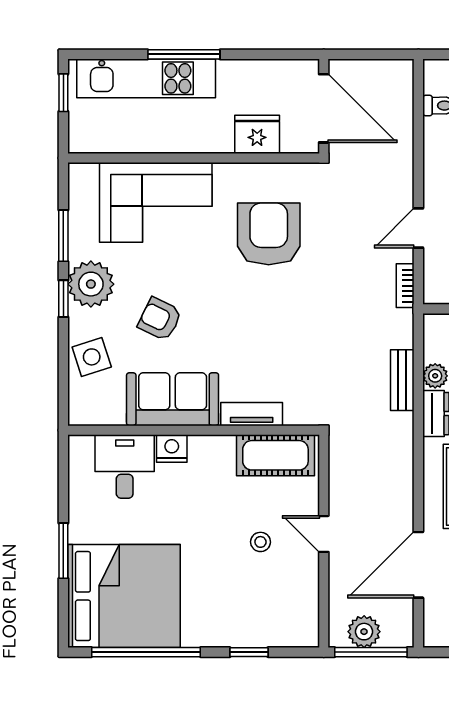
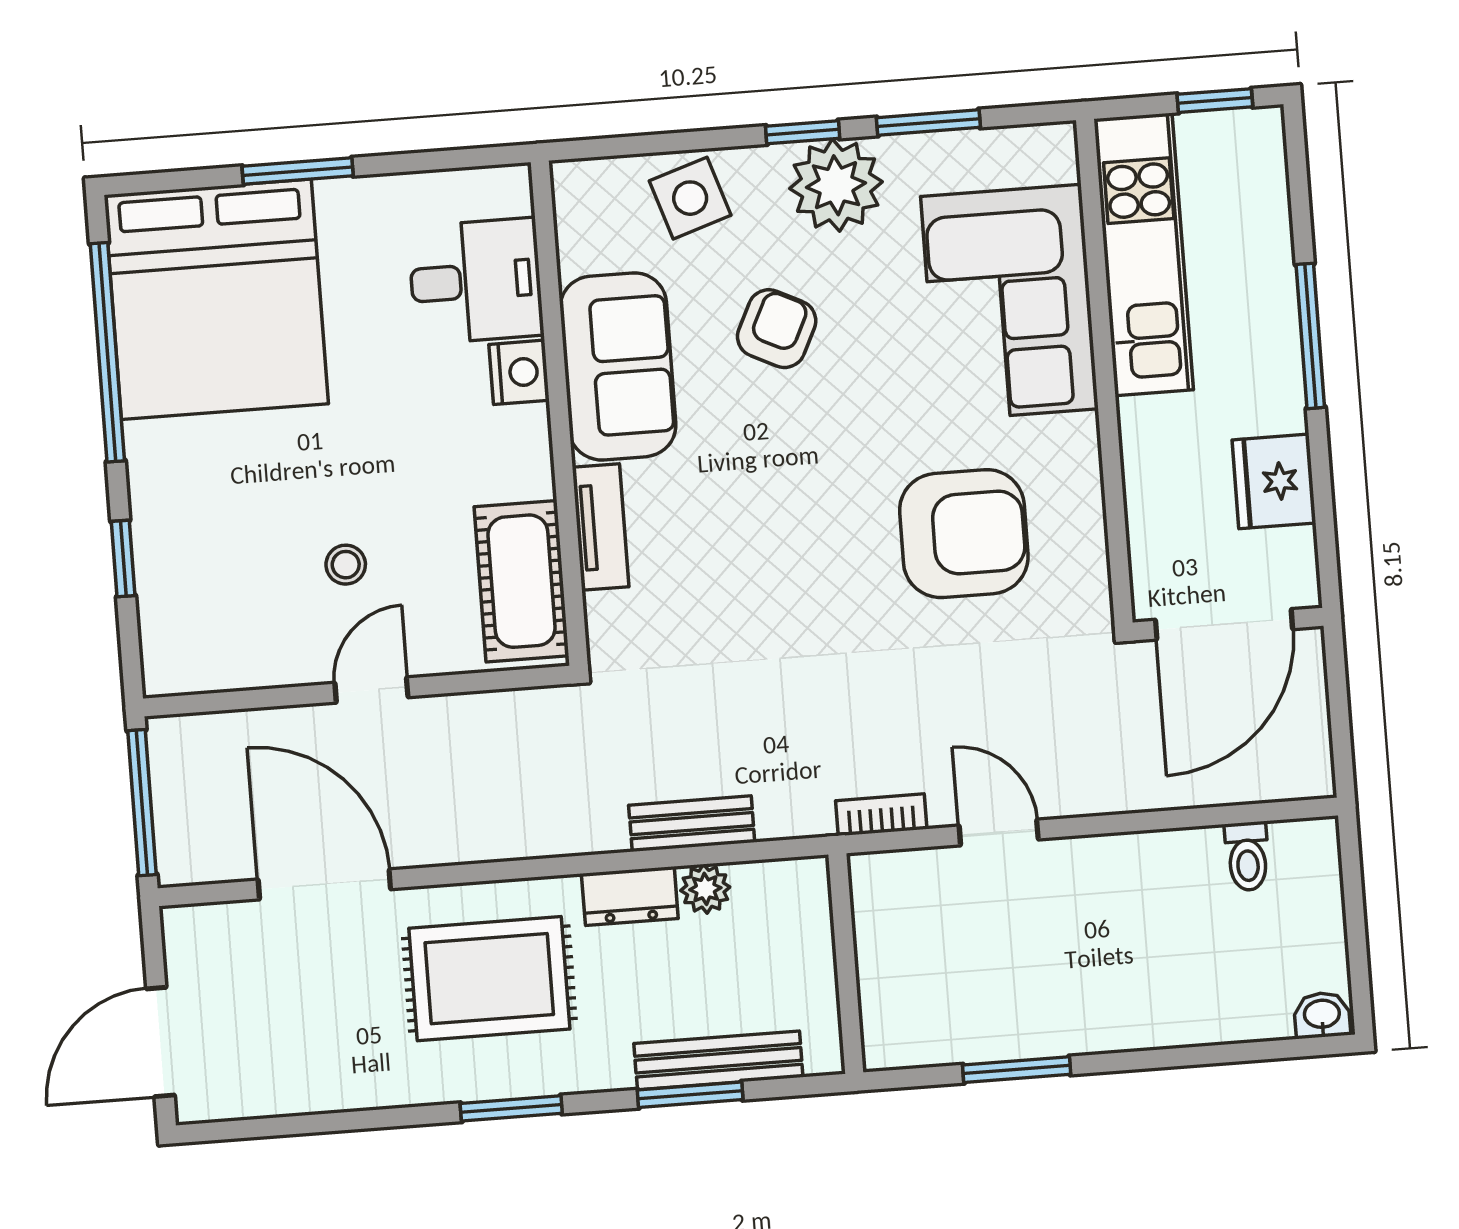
kitchen unit: (146, 78) -> (1144, 254), moved, turned 180
fridge: (257, 134) -> (1274, 481), moved, turned 180
plant: (364, 632) -> (182, 786), removed

